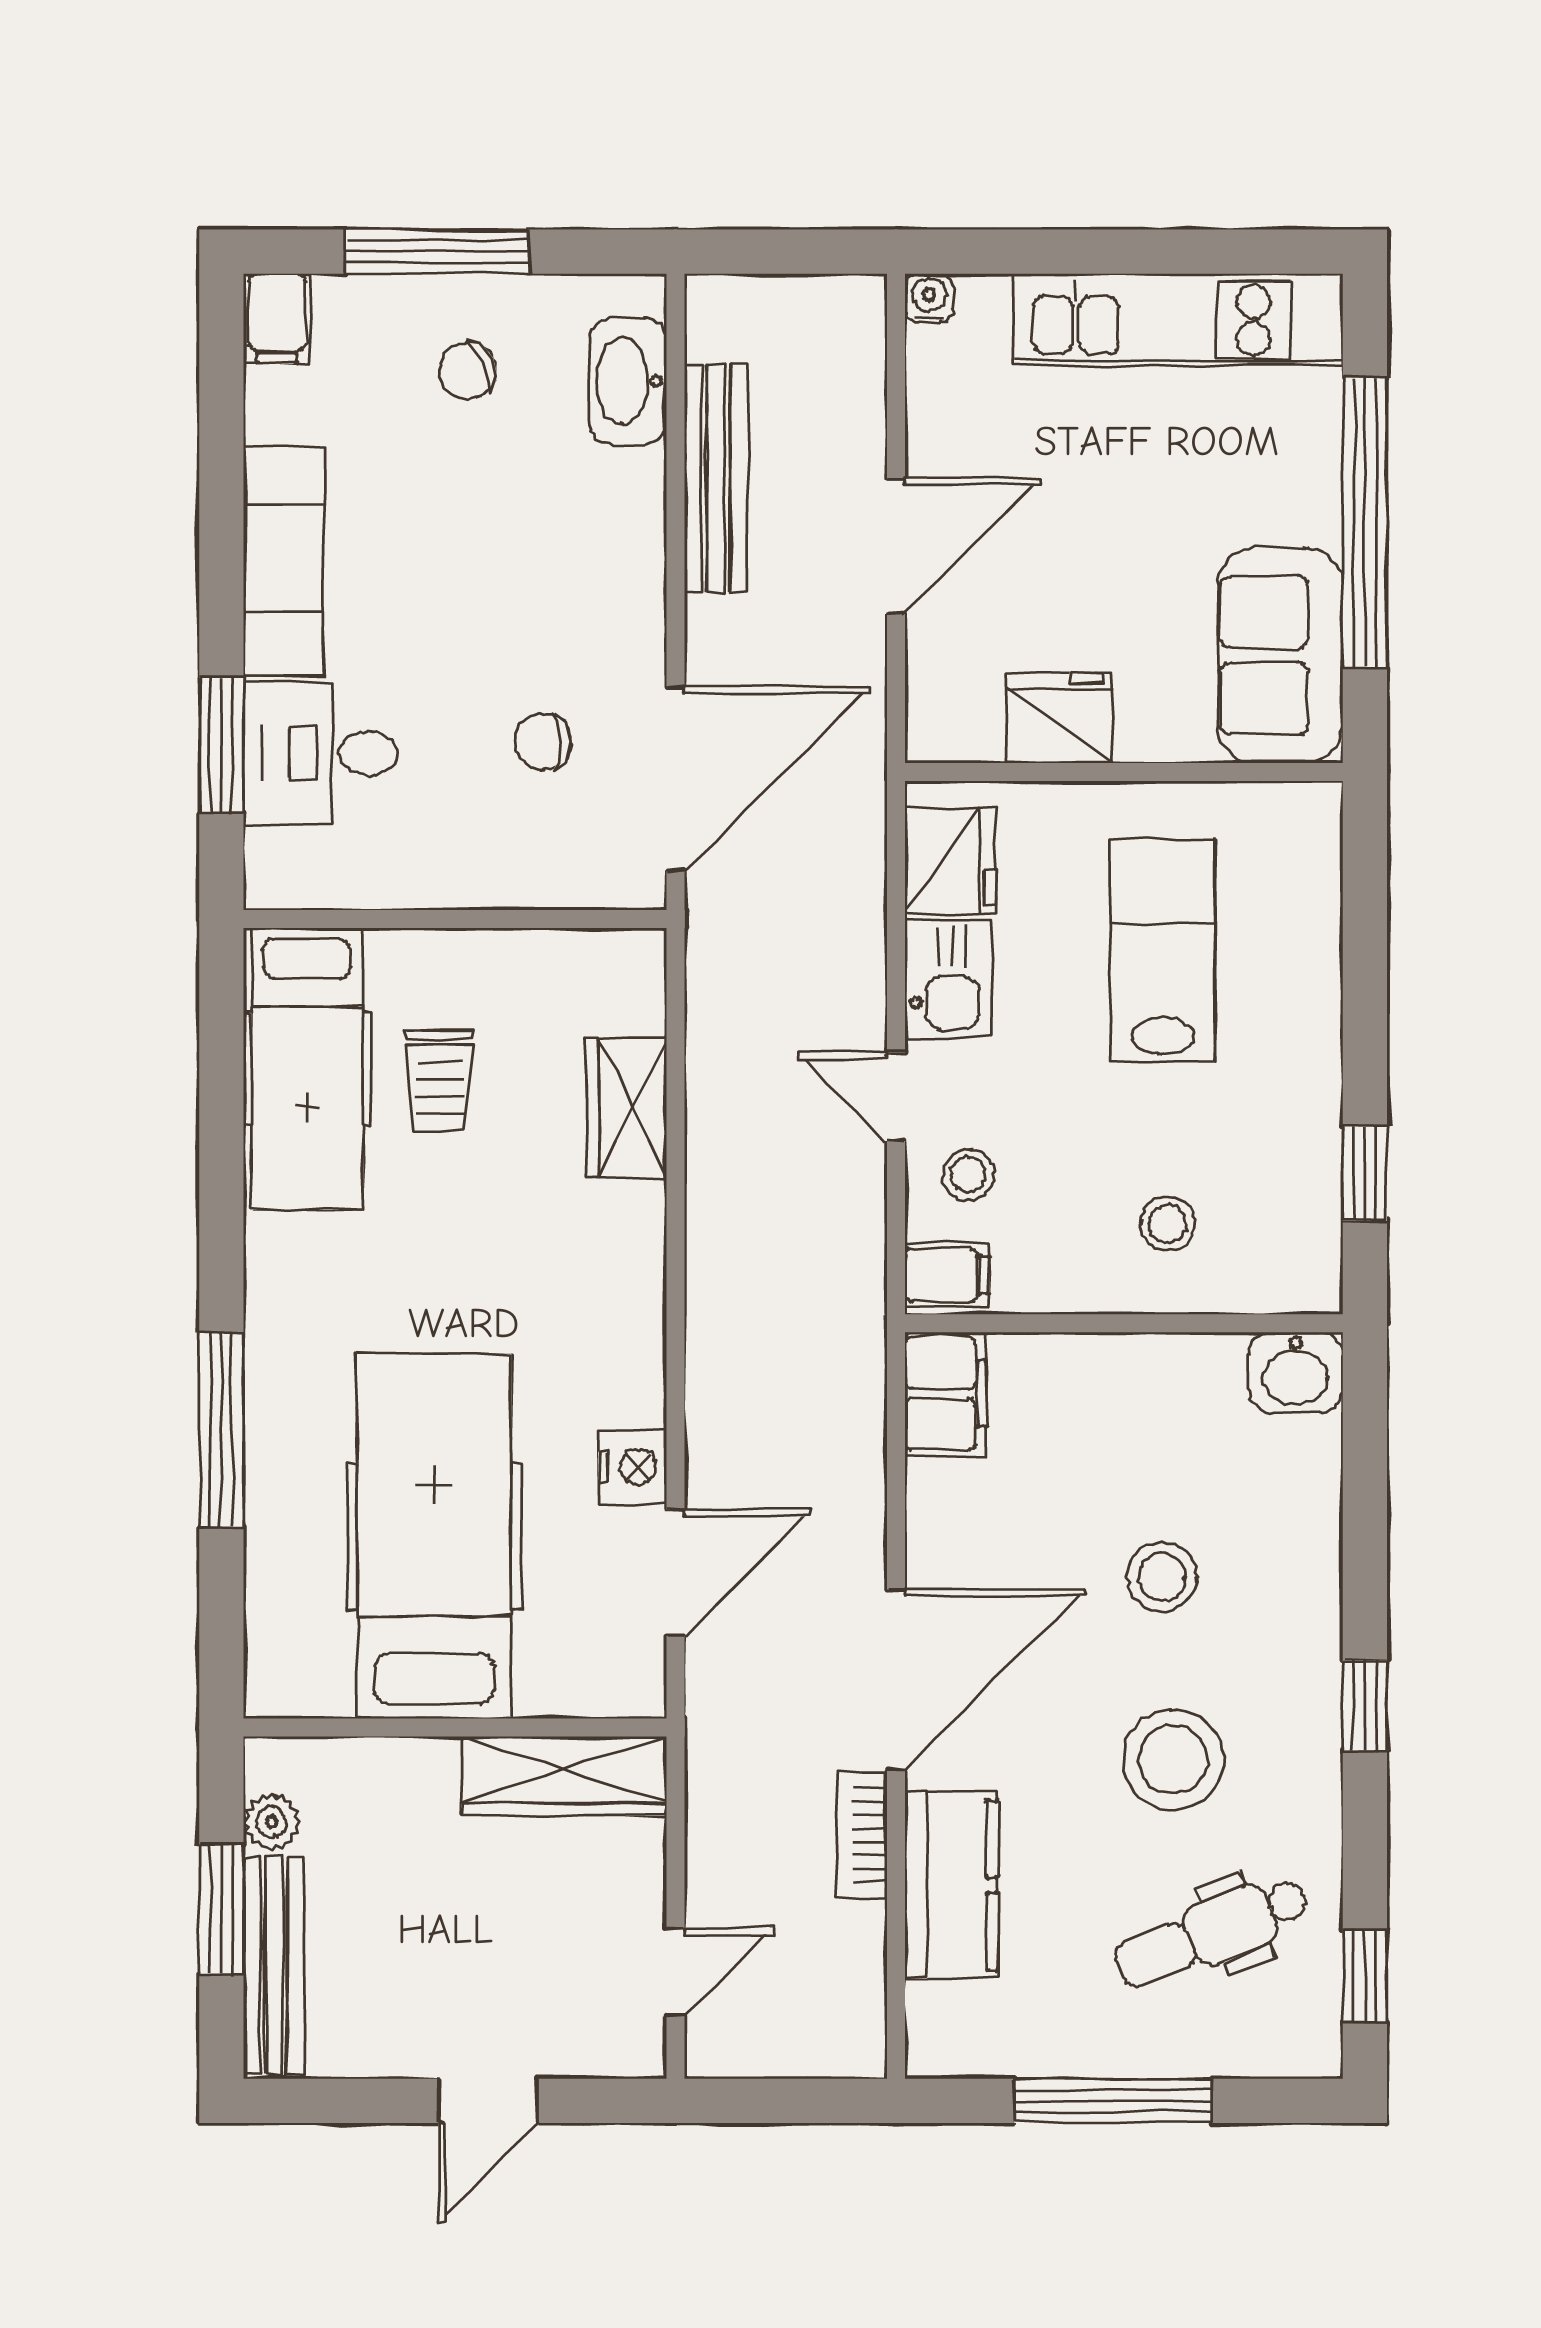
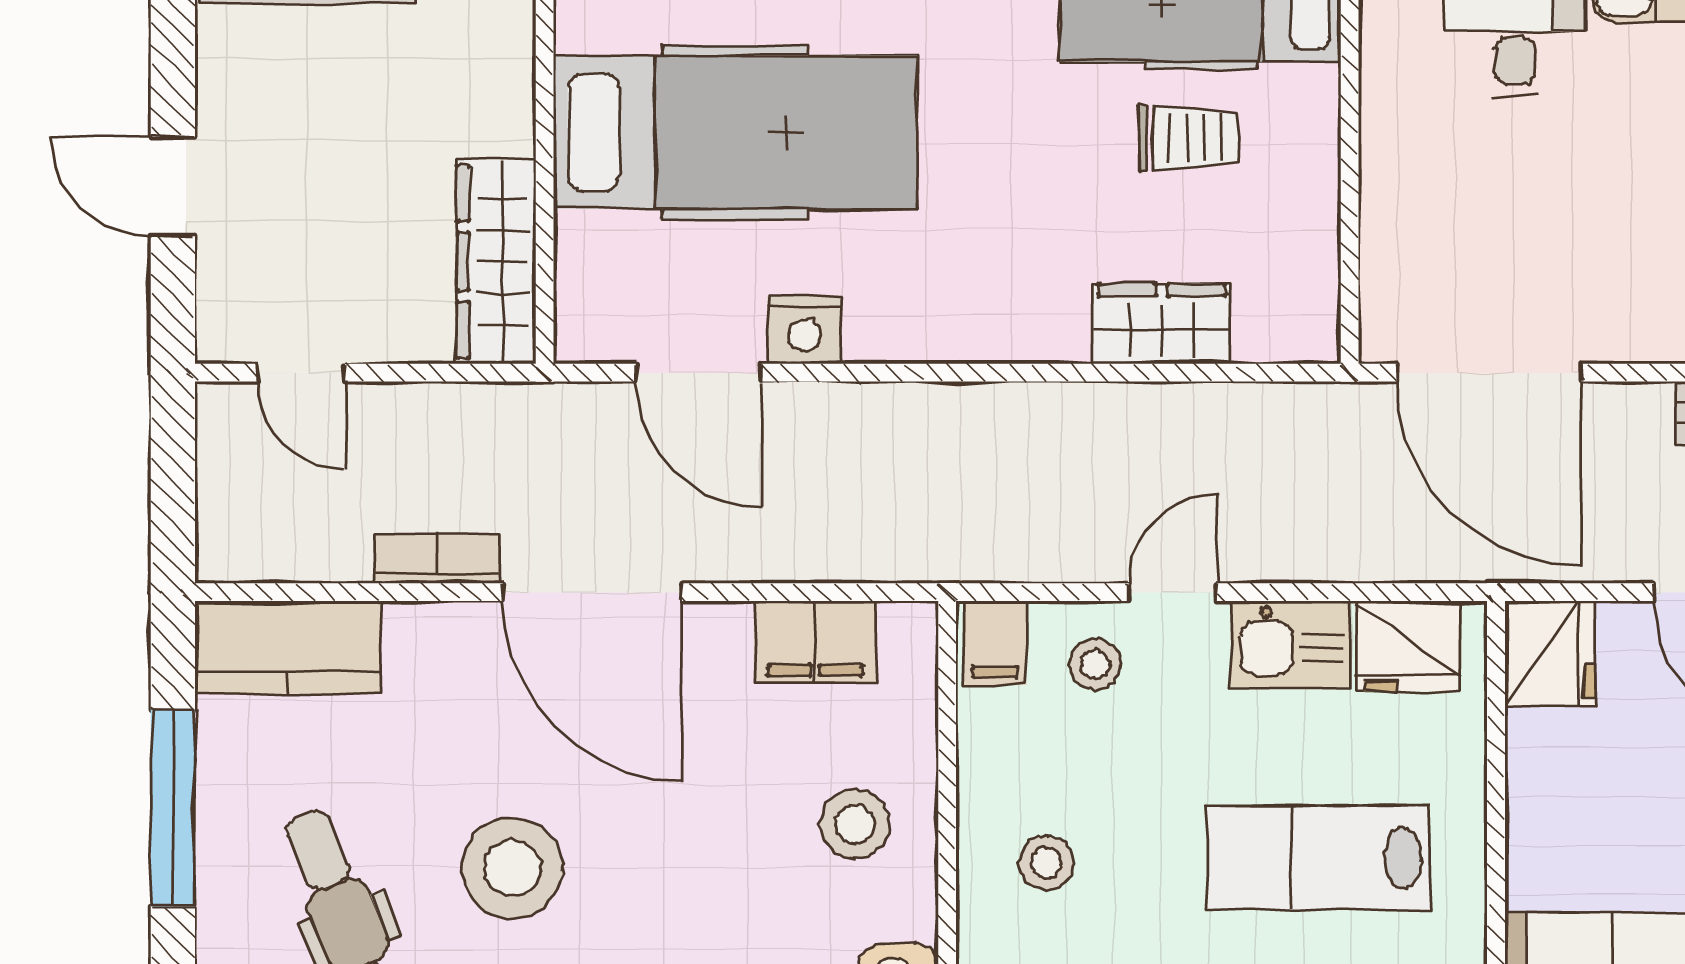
fridge: (1059, 718) -> (1550, 653), moved
chair: (543, 742) -> (1526, 240), removed
lab bench: (1163, 951) -> (1318, 858), turned 180
trolley: (440, 1081) -> (1189, 138), turned 180
filing cabinet: (946, 1394) -> (815, 642), moved
stool: (1162, 1577) -> (855, 824), moved
kitchen counter: (951, 1885) -> (287, 647), moved

